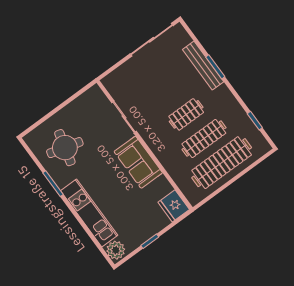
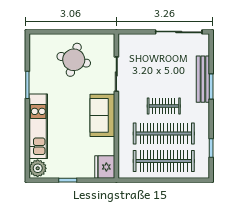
clothes rail: (204, 139) -> (164, 134), width x1.37, depth x1.31
round table: (65, 148) -> (74, 60), moved

